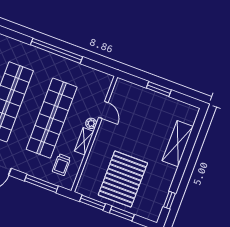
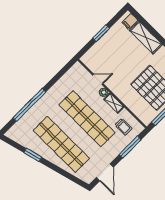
window: (57, 51) -> (29, 105), moved
filing cabinet: (188, 116) -> (130, 21), added

